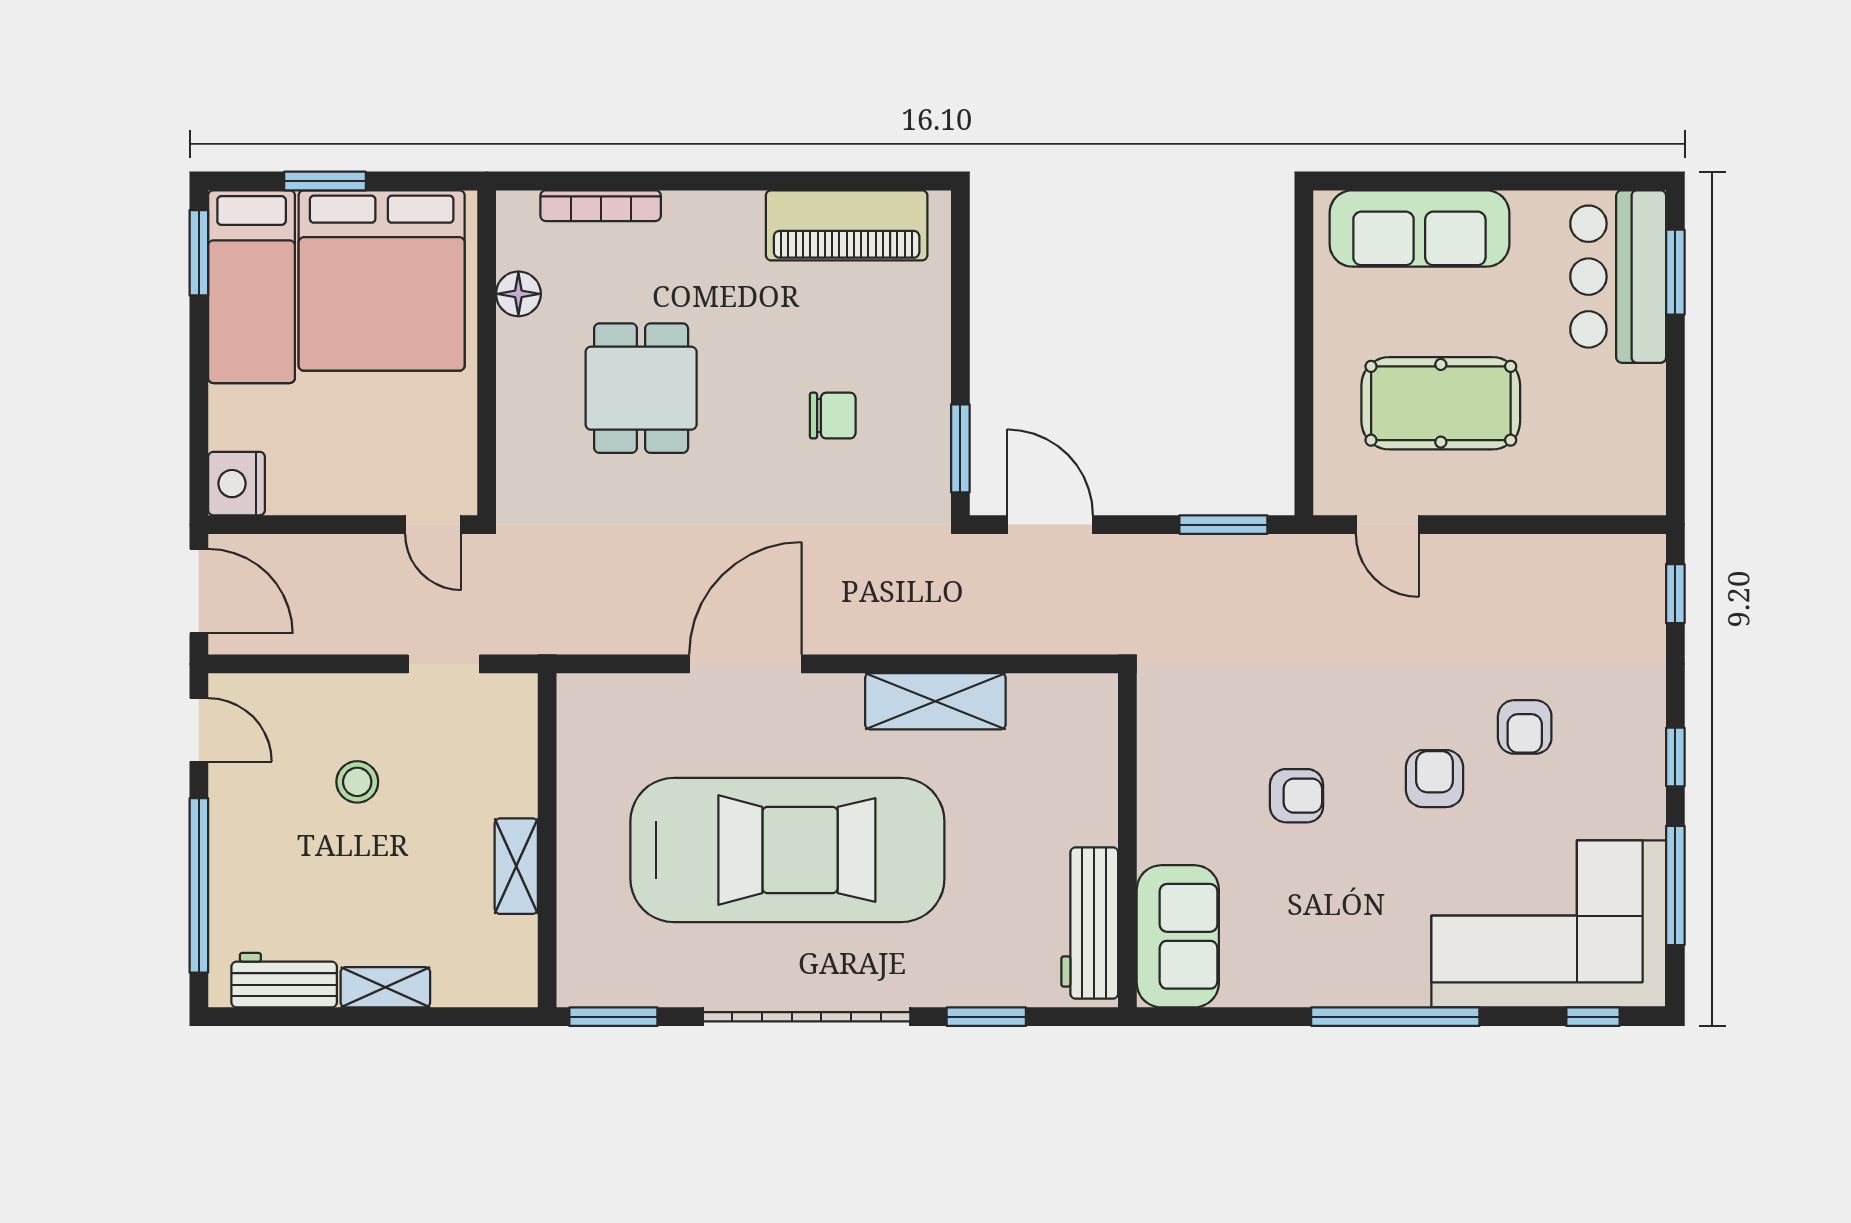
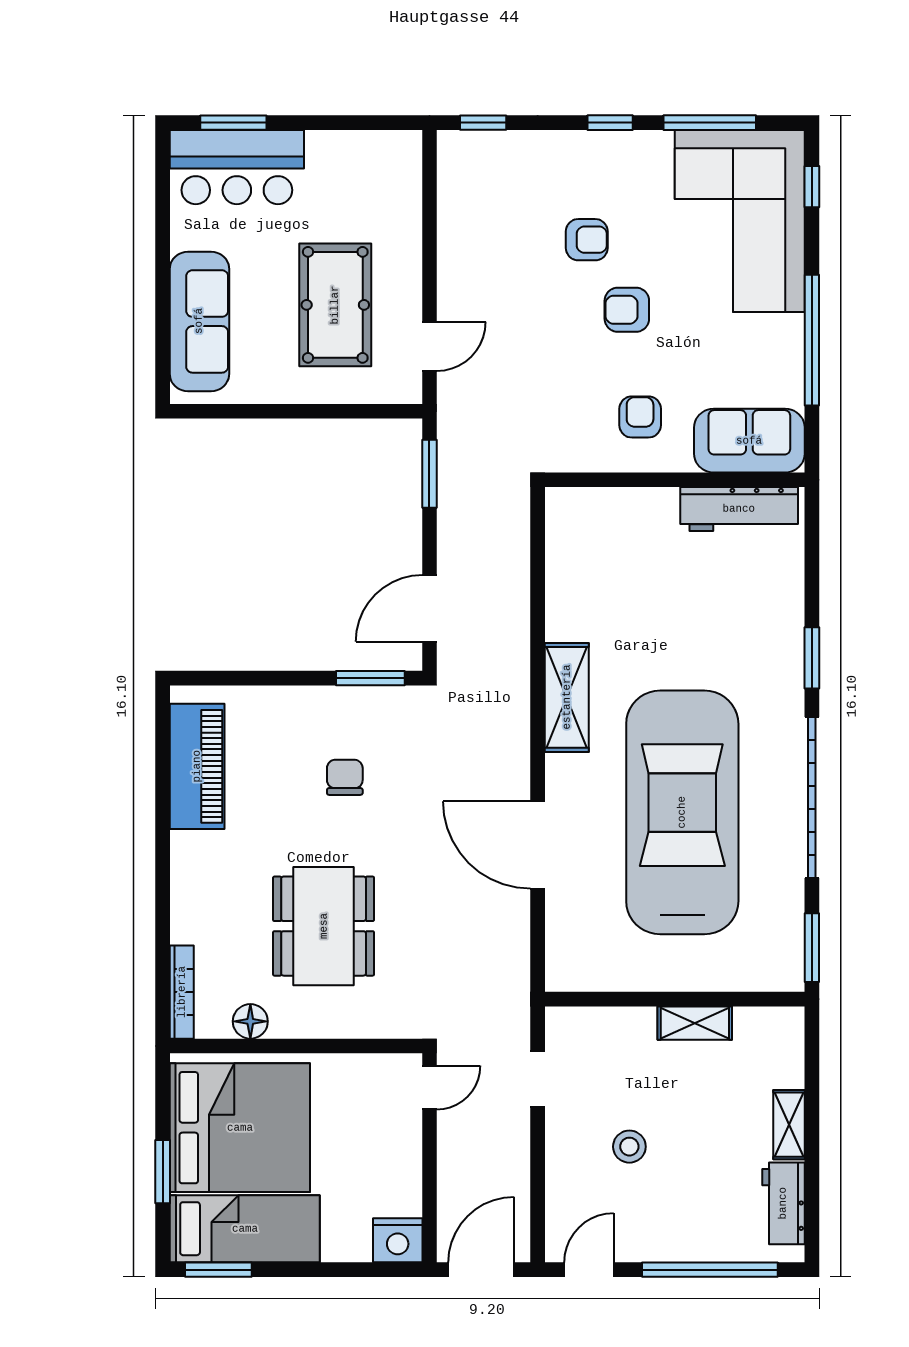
bookcase: (601, 206) -> (182, 992), moved
dining table: (641, 388) -> (324, 926), width x1.37
wall: (1127, 840) -> (675, 480), moved
workbench: (1090, 923) -> (739, 509), moved
sofa: (1178, 936) -> (749, 441), moved

